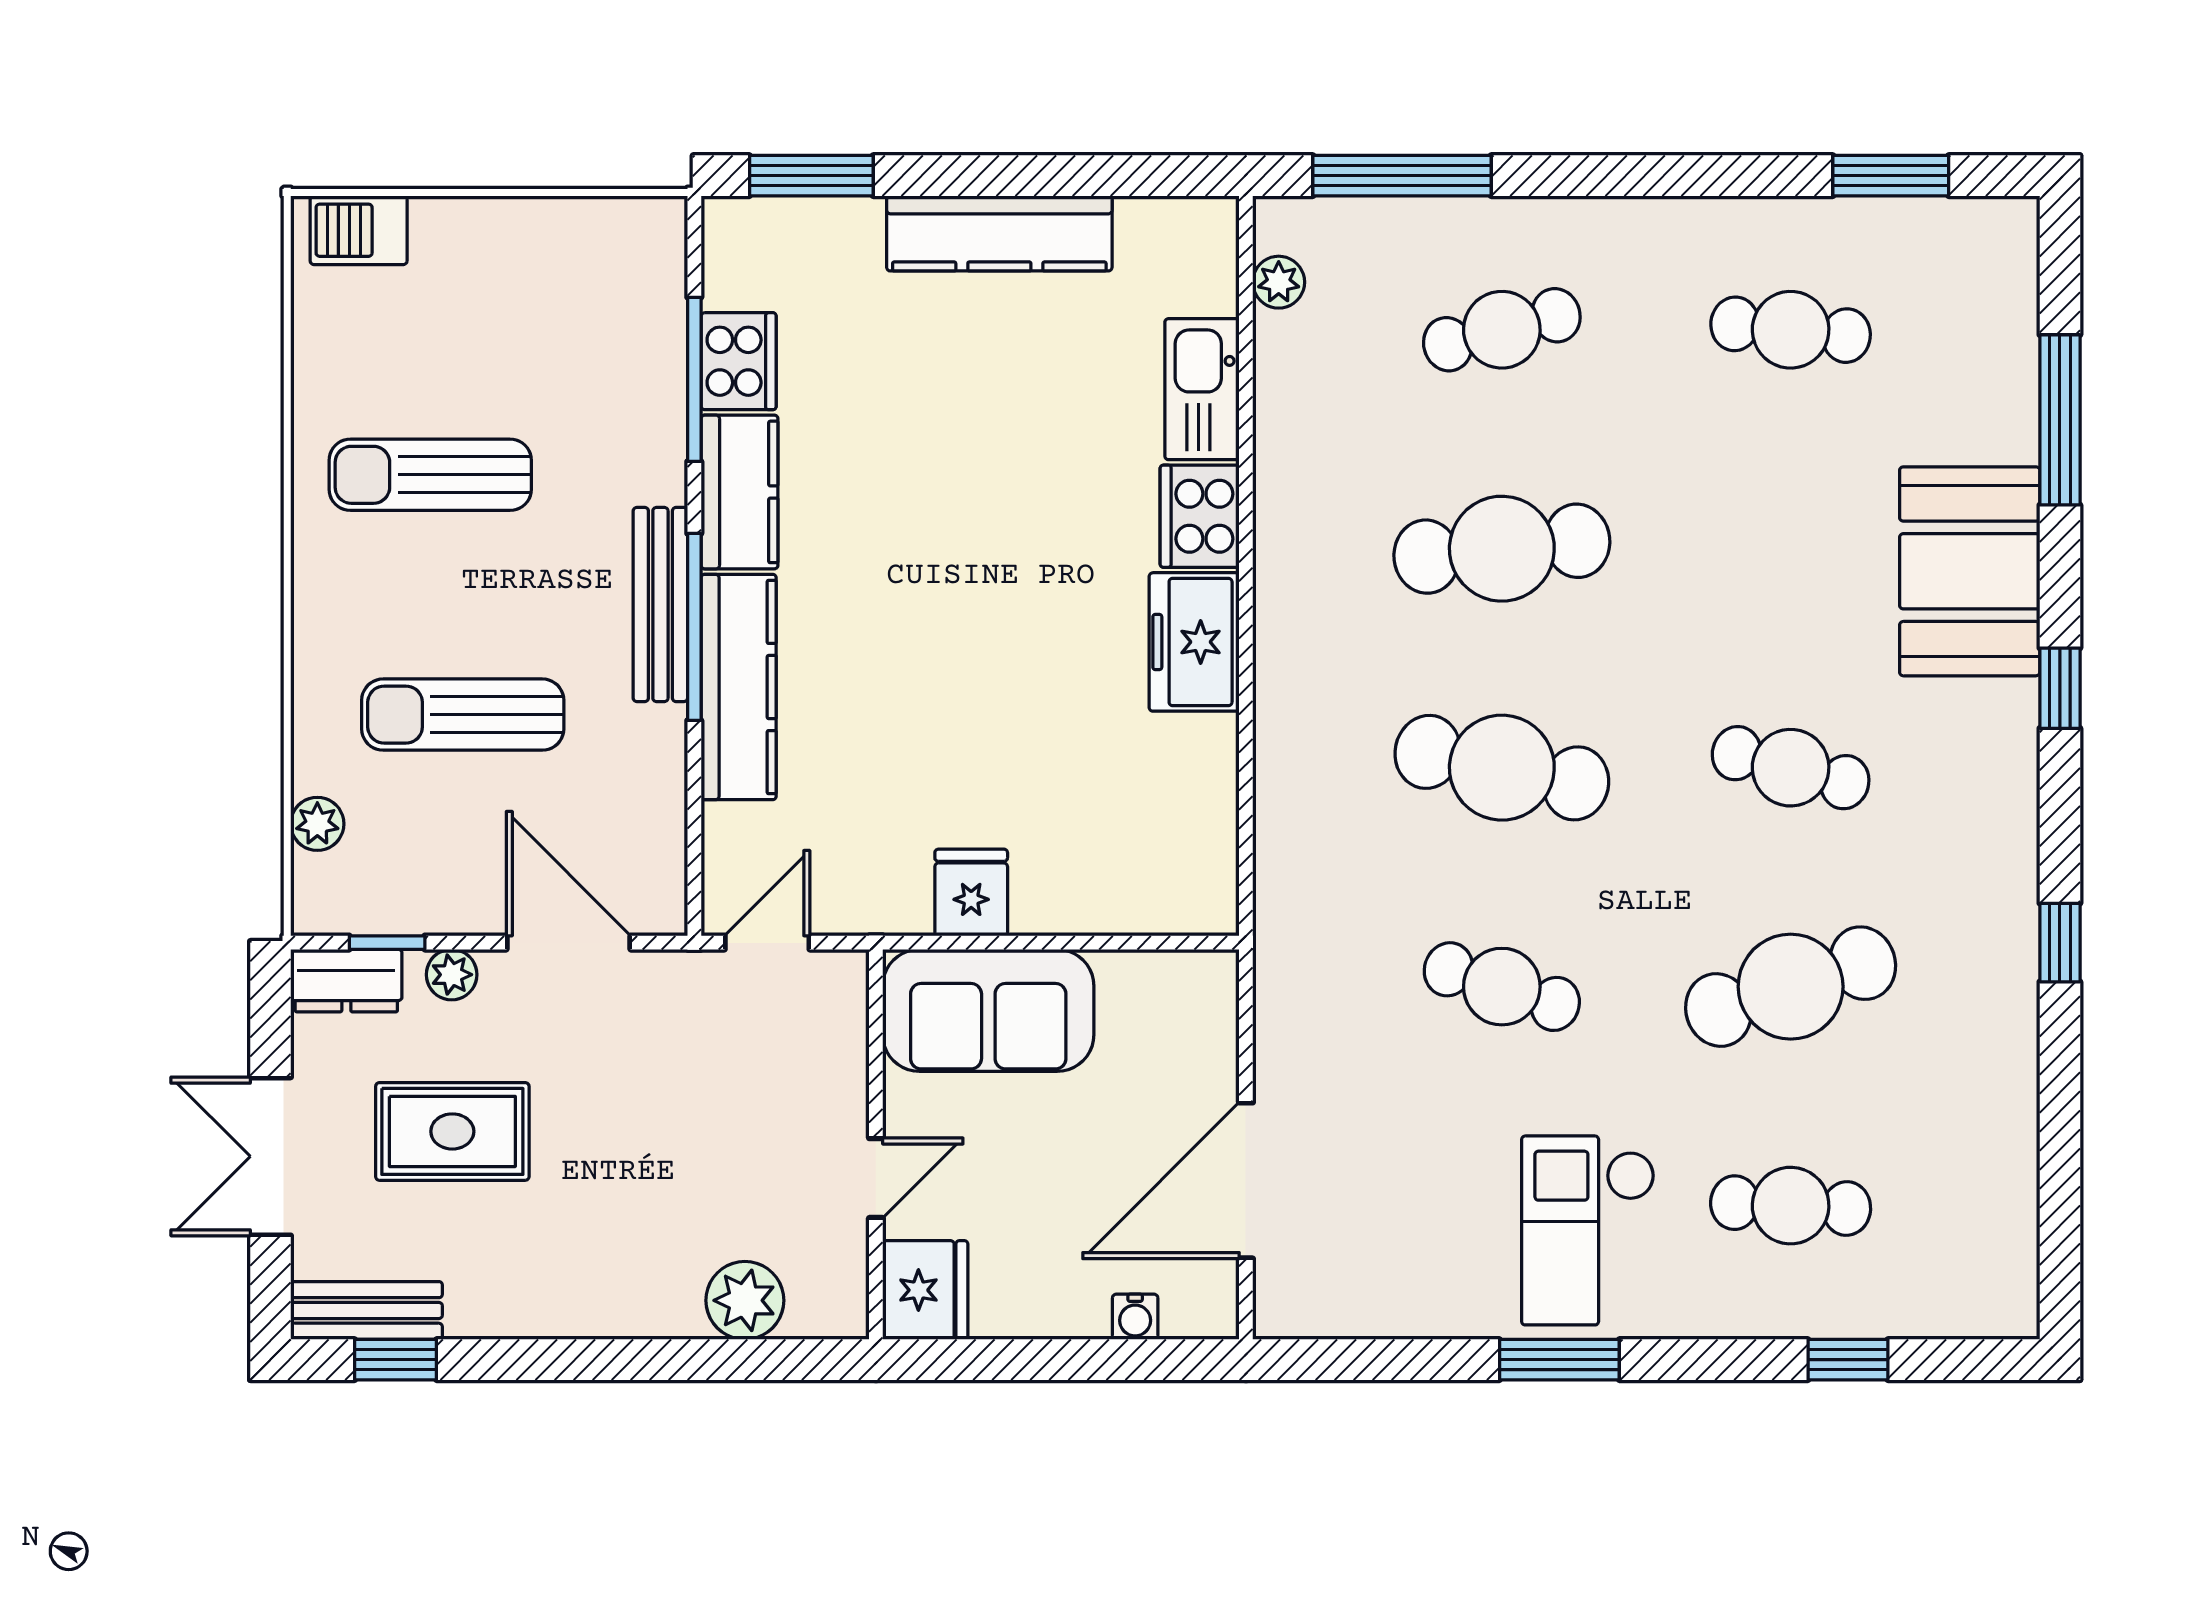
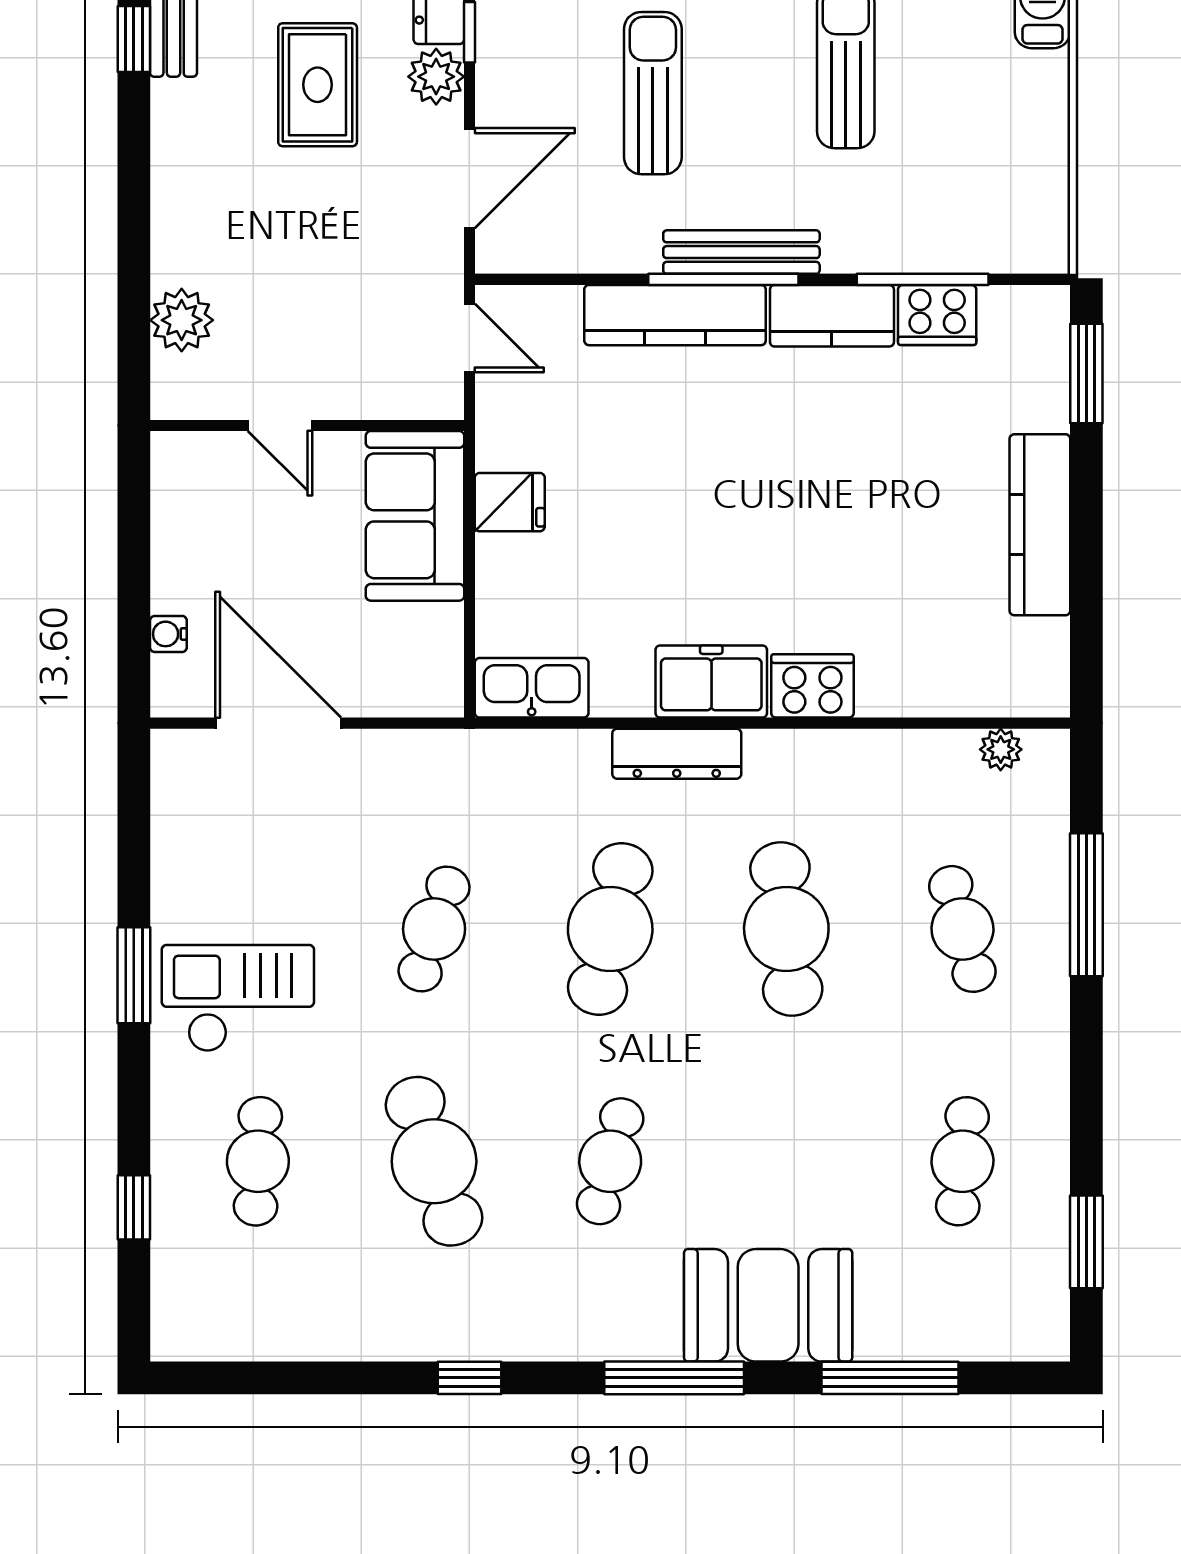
window: (1402, 176) -> (1086, 905), moved
kitchen sink: (1202, 389) -> (532, 688), moved
dresser: (1284, 685) -> (677, 754), added
window: (2060, 688) -> (674, 1378), width x2.17
plant: (452, 975) -> (436, 77), width x1.38, depth x1.38
fridge: (925, 1290) -> (190, 465), removed

